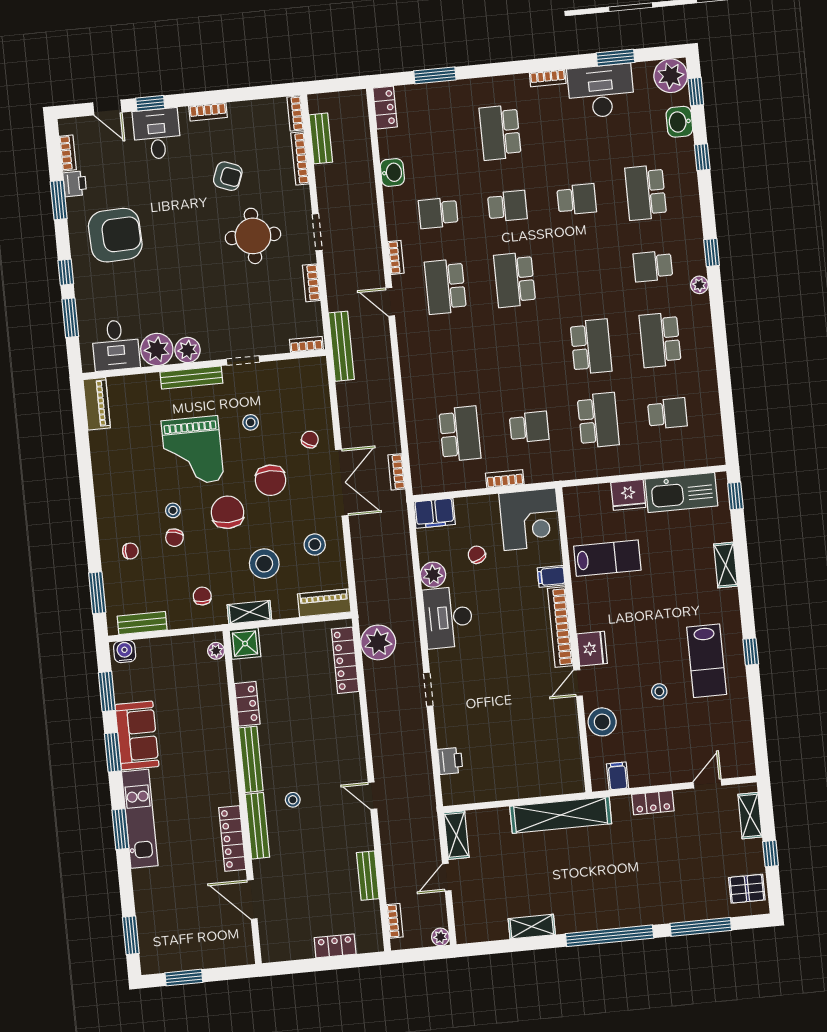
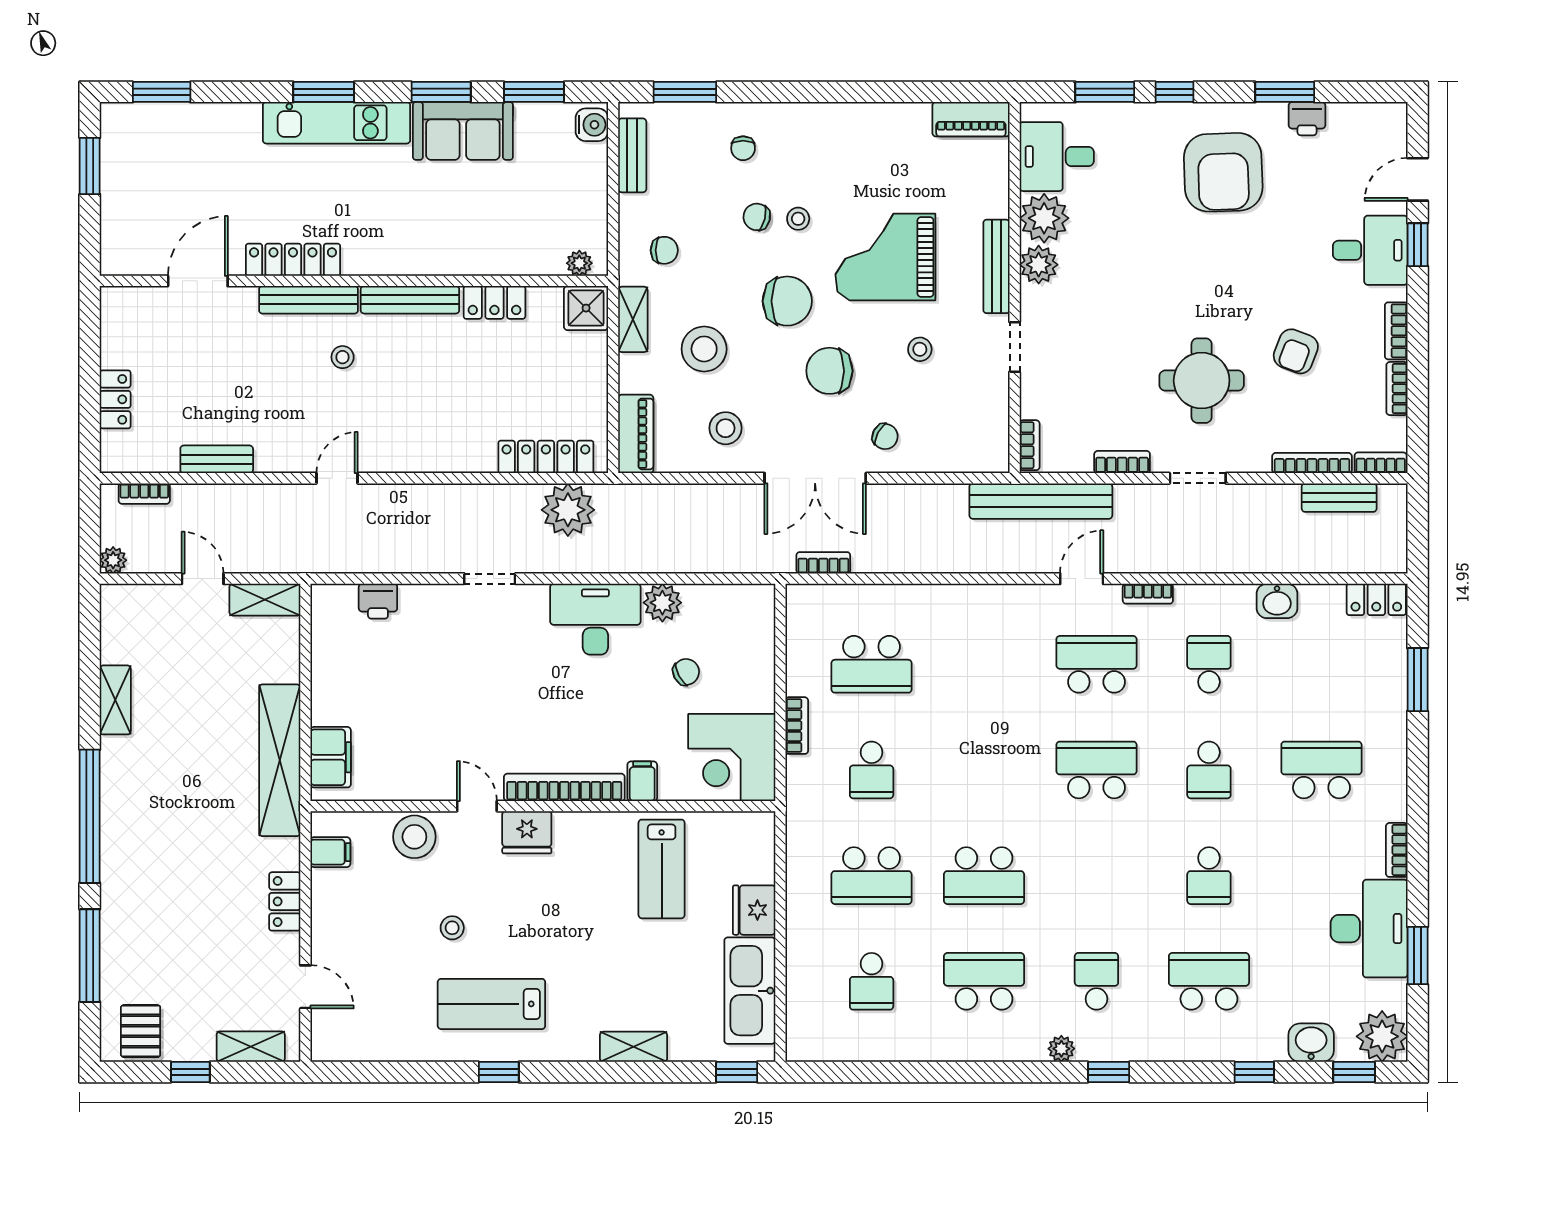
bookcase: (68, 153) -> (1397, 389), moved, turned 90
bench: (341, 346) -> (1041, 501), width x1.37, depth x1.21
filing cabinet: (434, 513) -> (331, 757), moved, turned 180

